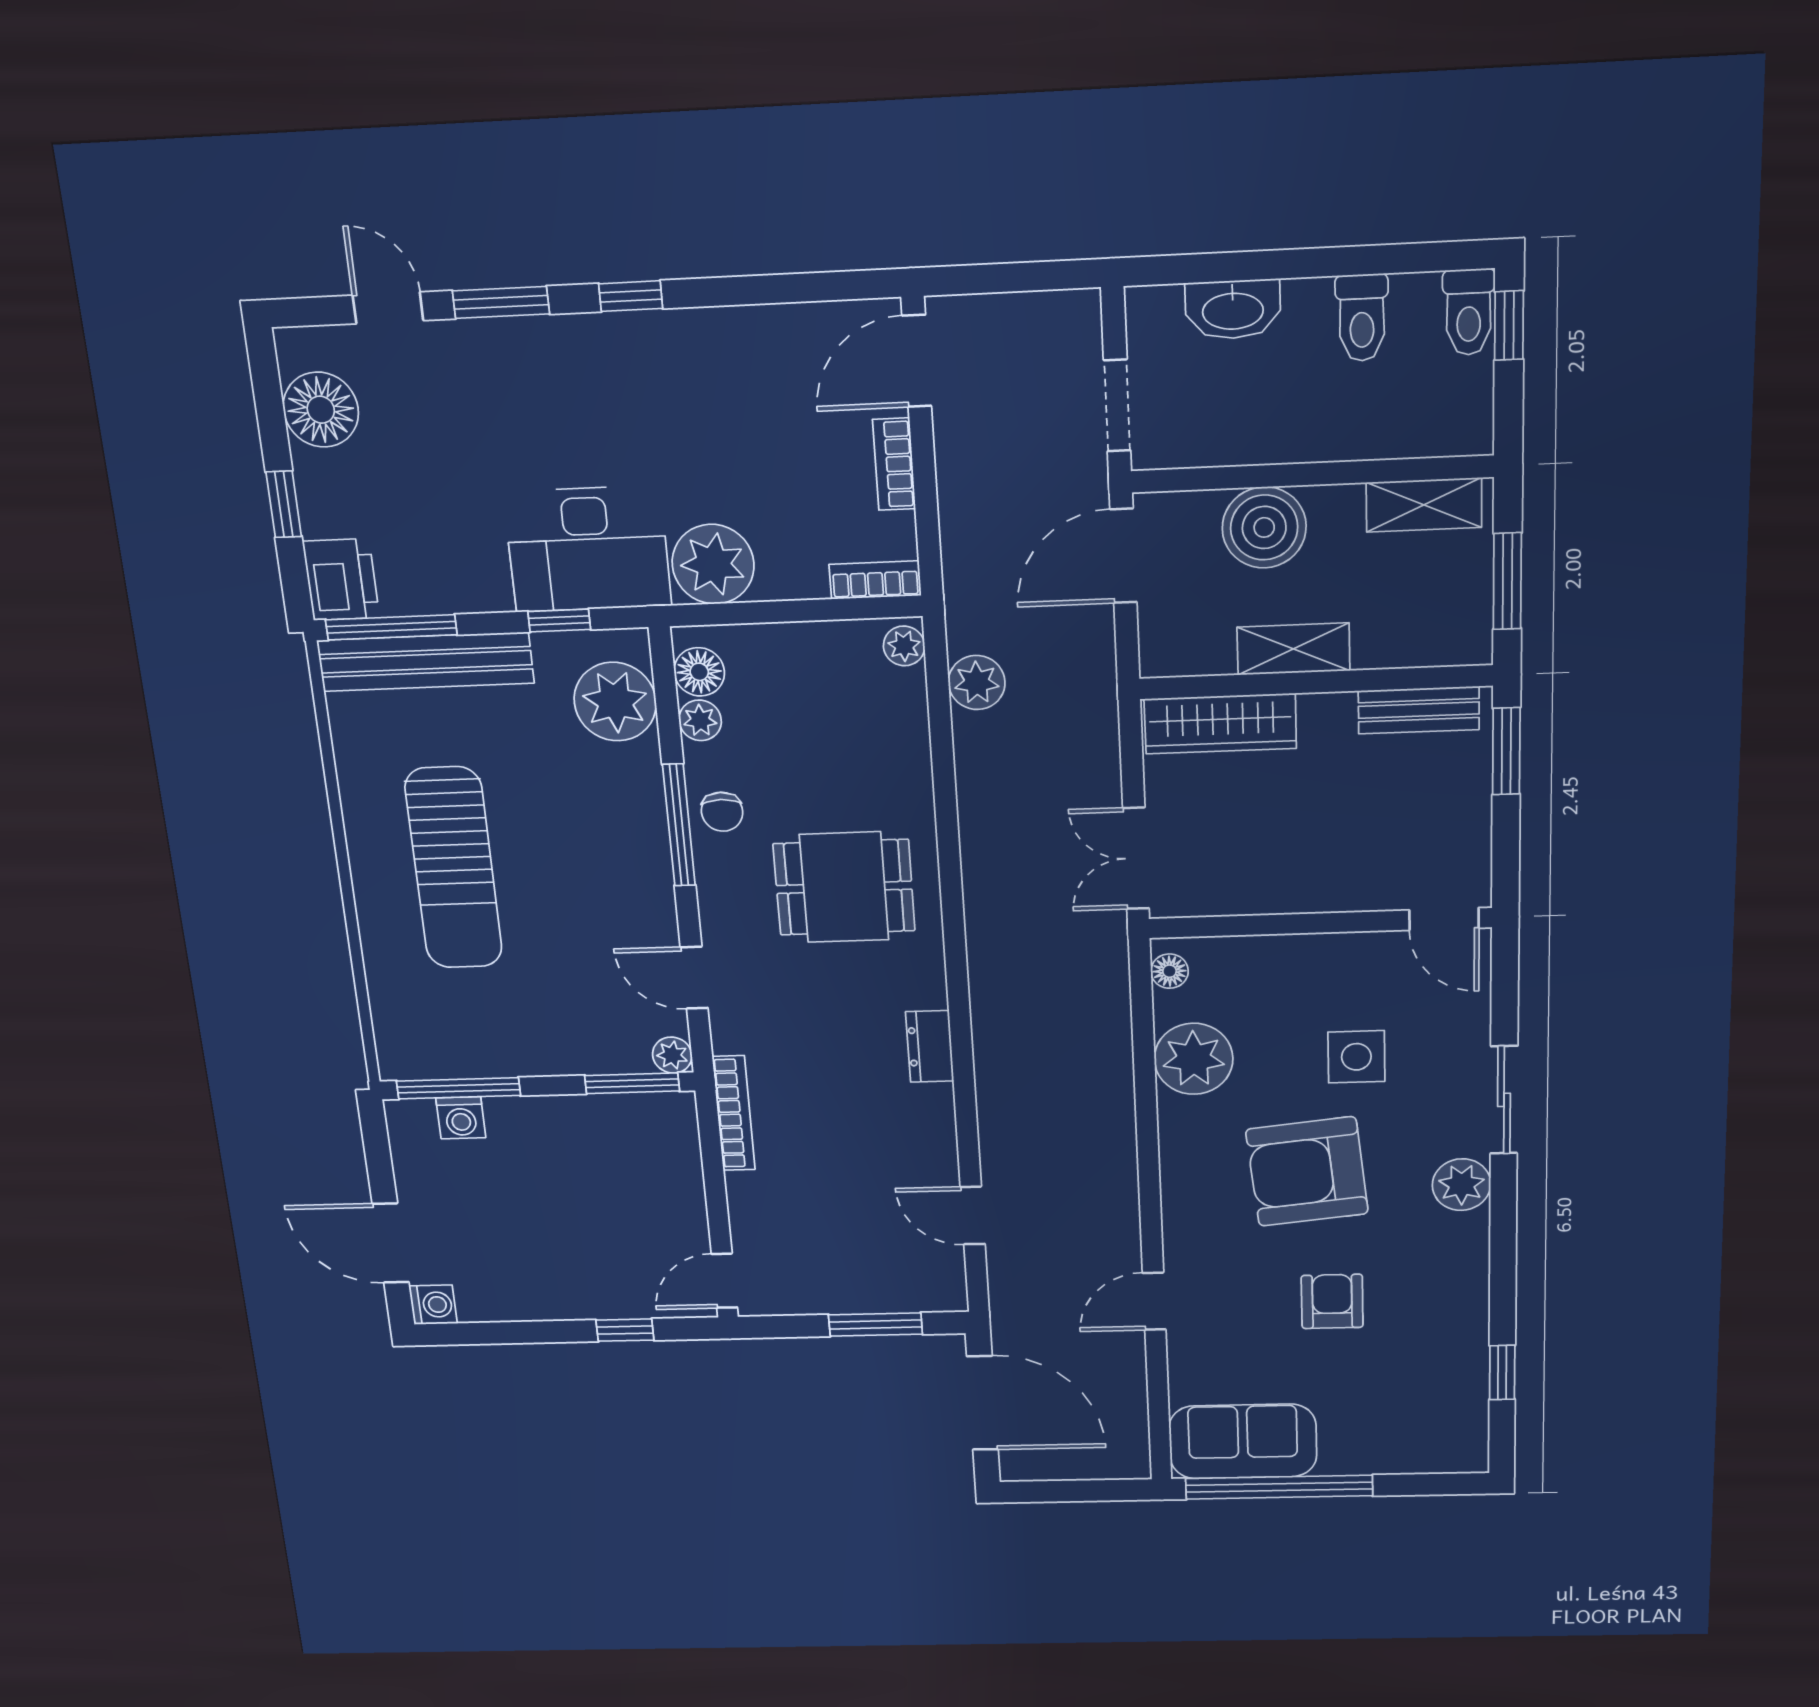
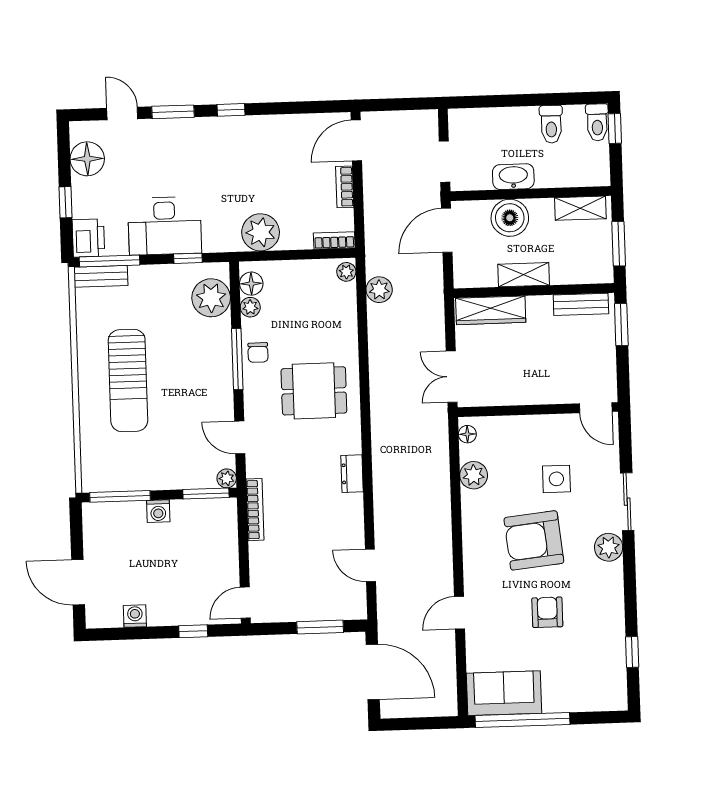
washbasin: (1233, 310) -> (513, 177), moved, turned 180
desk: (588, 549) -> (165, 226), moved
bench: (425, 662) -> (101, 276), width x0.54, depth x0.82
plant: (1194, 1059) -> (474, 475), width x0.73, depth x0.73
washing machine: (461, 1118) -> (158, 511), moved
washing machine: (433, 1305) -> (135, 616), moved, turned -90

